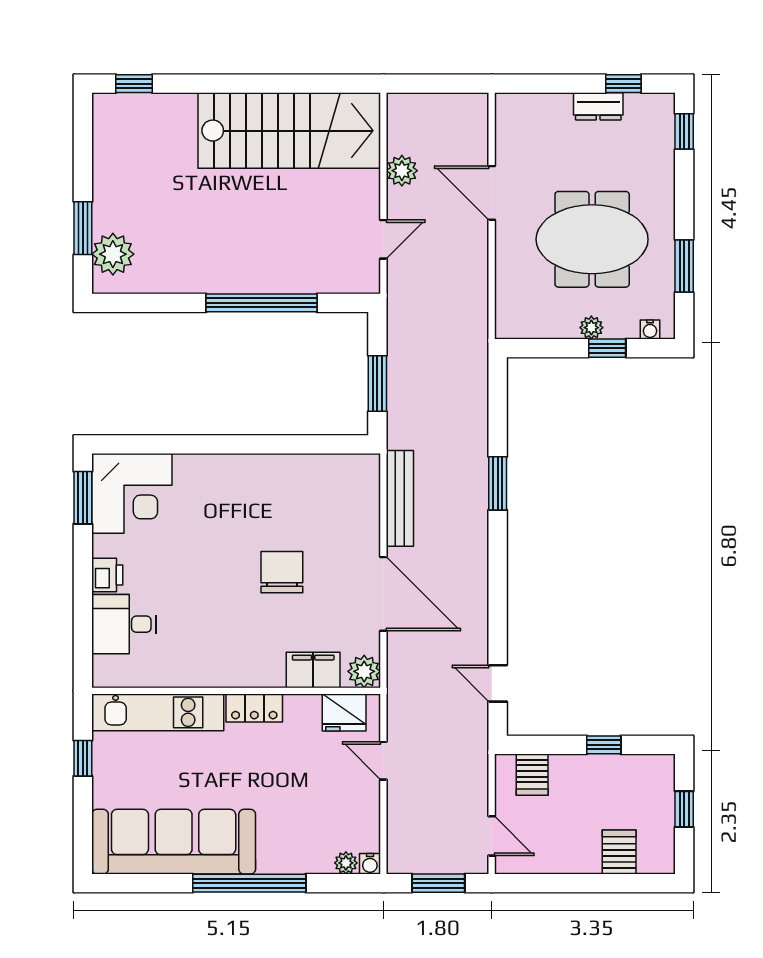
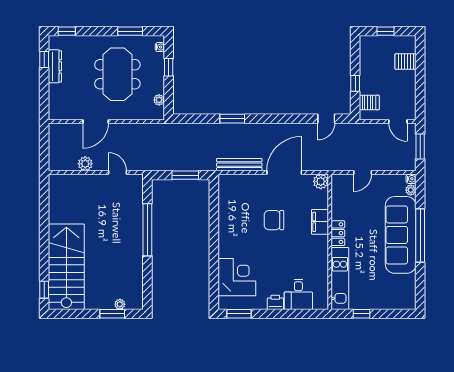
dresser: (598, 106) -> (55, 66), width x1.44
stairs: (289, 131) -> (66, 267), moved
plant: (113, 254) -> (120, 304), width x0.53, depth x0.53
plant: (591, 328) -> (159, 100), moved
corner desk: (132, 493) -> (237, 277), moved
filing cabinet: (313, 670) -> (320, 222), moved
fridge: (344, 712) -> (340, 191), removed
window: (604, 745) -> (355, 83), moved
door: (492, 836) -> (398, 121), swing flipped
sofa: (174, 842) -> (401, 235), moved

